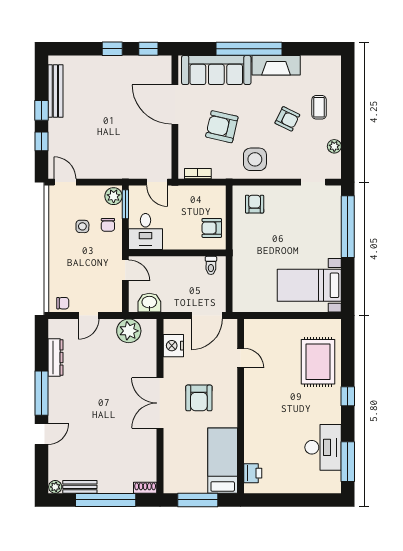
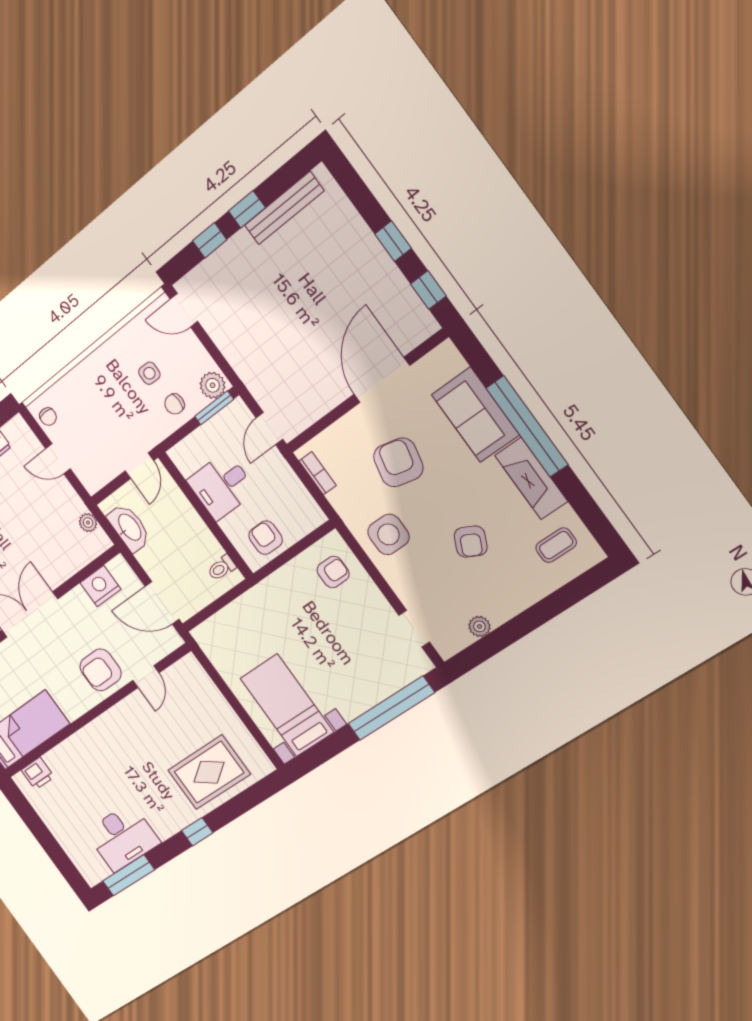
sofa: (216, 70) -> (475, 415), width x0.73
coffee table: (319, 107) -> (556, 545), moved
door: (65, 182) -> (184, 310), swing flipped
desk: (146, 232) -> (222, 486), moved
washbasin: (149, 303) -> (129, 528), width x1.38
plant: (129, 331) -> (88, 523), width x0.53, depth x0.53
armchair: (199, 398) -> (101, 670), moved

